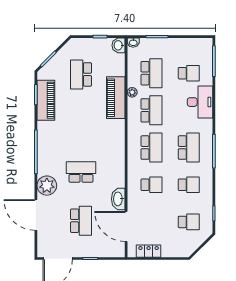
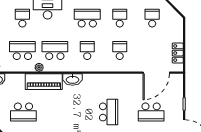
school desk: (151, 148) -> (87, 51), width x0.54
school desk: (81, 172) -> (109, 112), turned 180
washbasin: (118, 199) -> (72, 79), moved
school desk: (81, 221) -> (151, 112), turned 180

